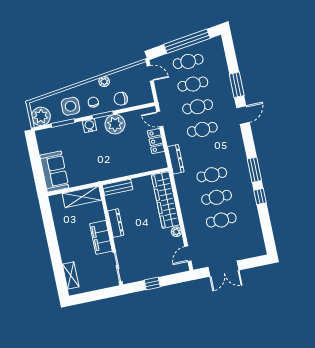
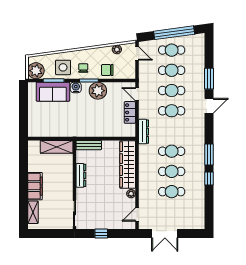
plant: (104, 82) -> (117, 49), moved
sofa: (54, 172) -> (53, 92), moved, turned 90
filing cabinet: (101, 237) -> (35, 186), moved, turned 180

